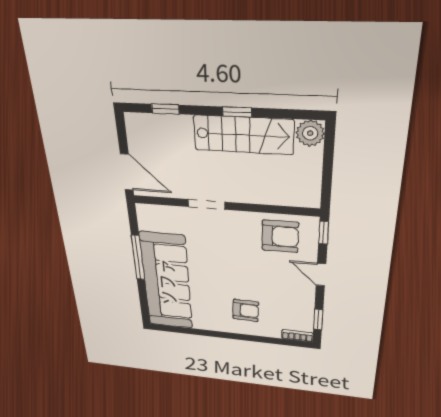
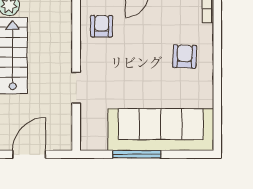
door: (127, 172) -> (29, 154), moved
armchair: (280, 236) -> (102, 26), width x0.72, depth x0.72

